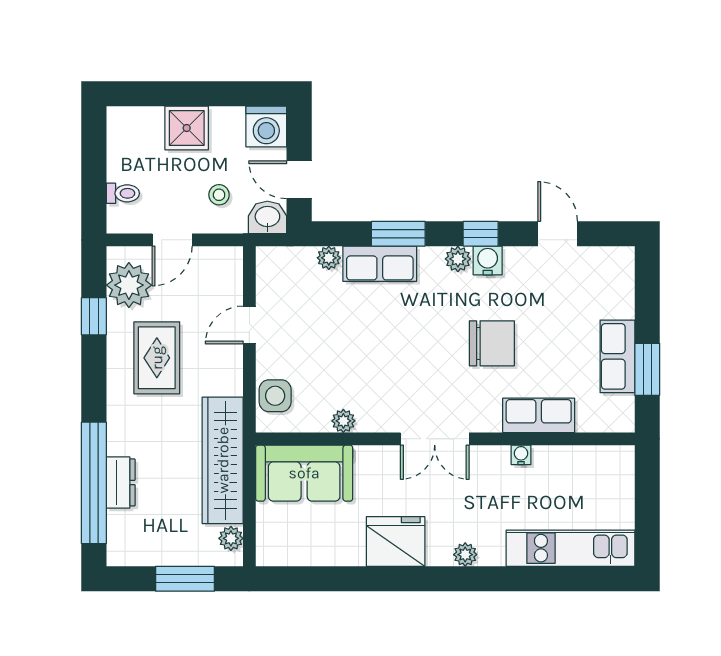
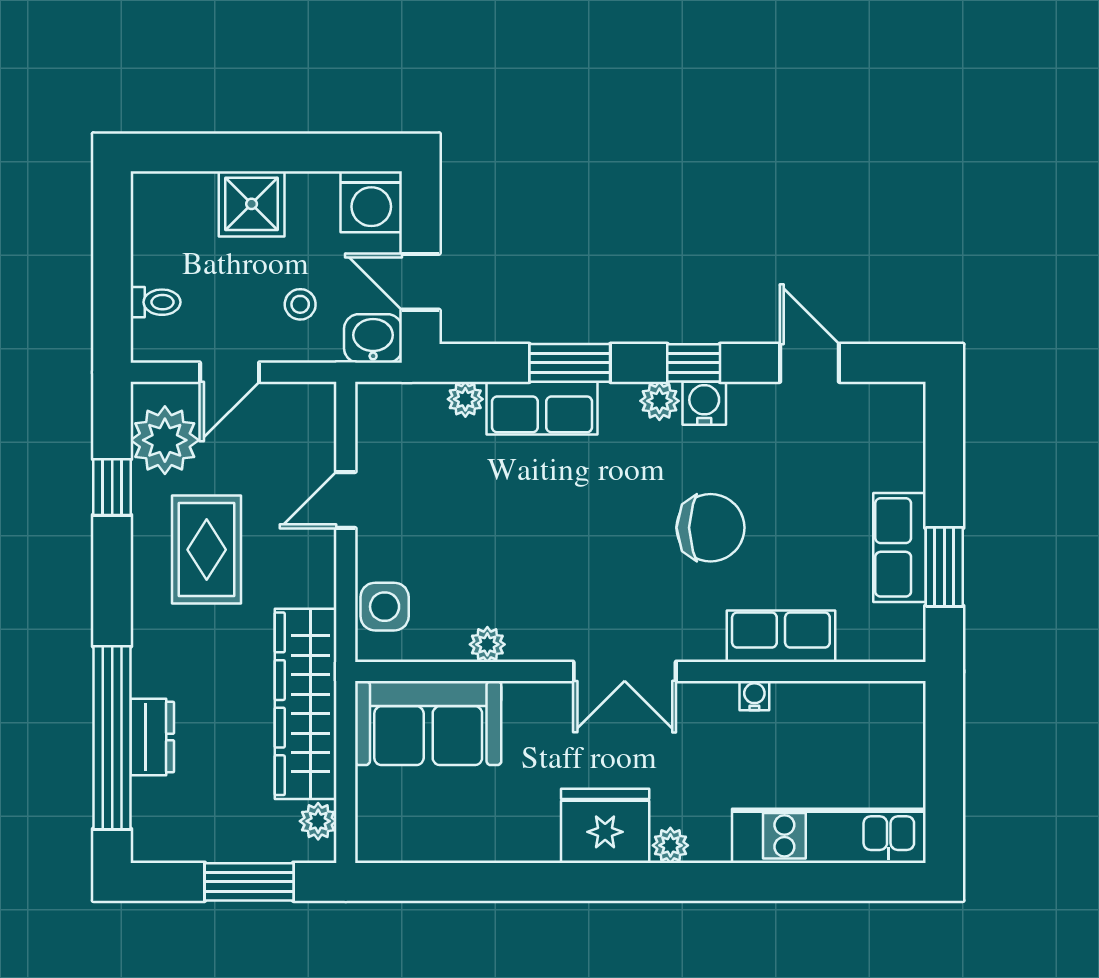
fridge: (396, 542) -> (605, 826), moved

